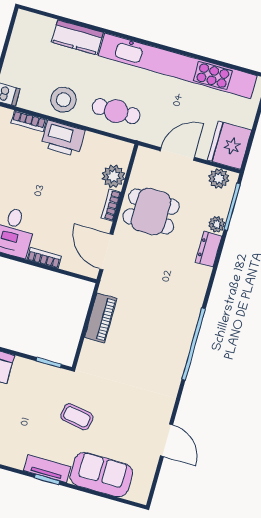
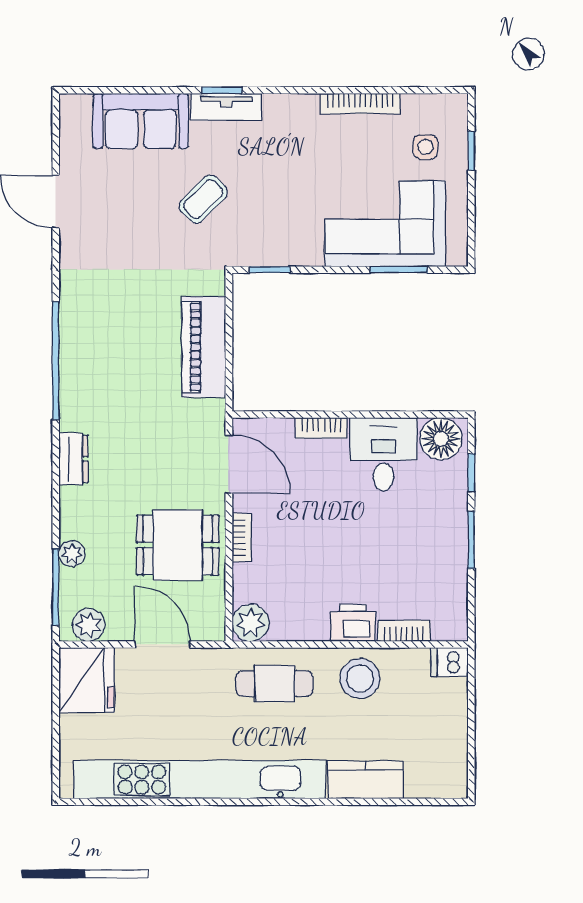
printer: (63, 138) -> (353, 623), width x0.73, depth x0.84
door: (177, 154) -> (162, 644), swing flipped
plant: (113, 176) -> (251, 623), moved
dresser: (209, 249) -> (73, 459), moved
piano: (101, 318) -> (204, 347), width x1.37, depth x1.33
coffee table: (77, 417) -> (203, 199), turned -55

